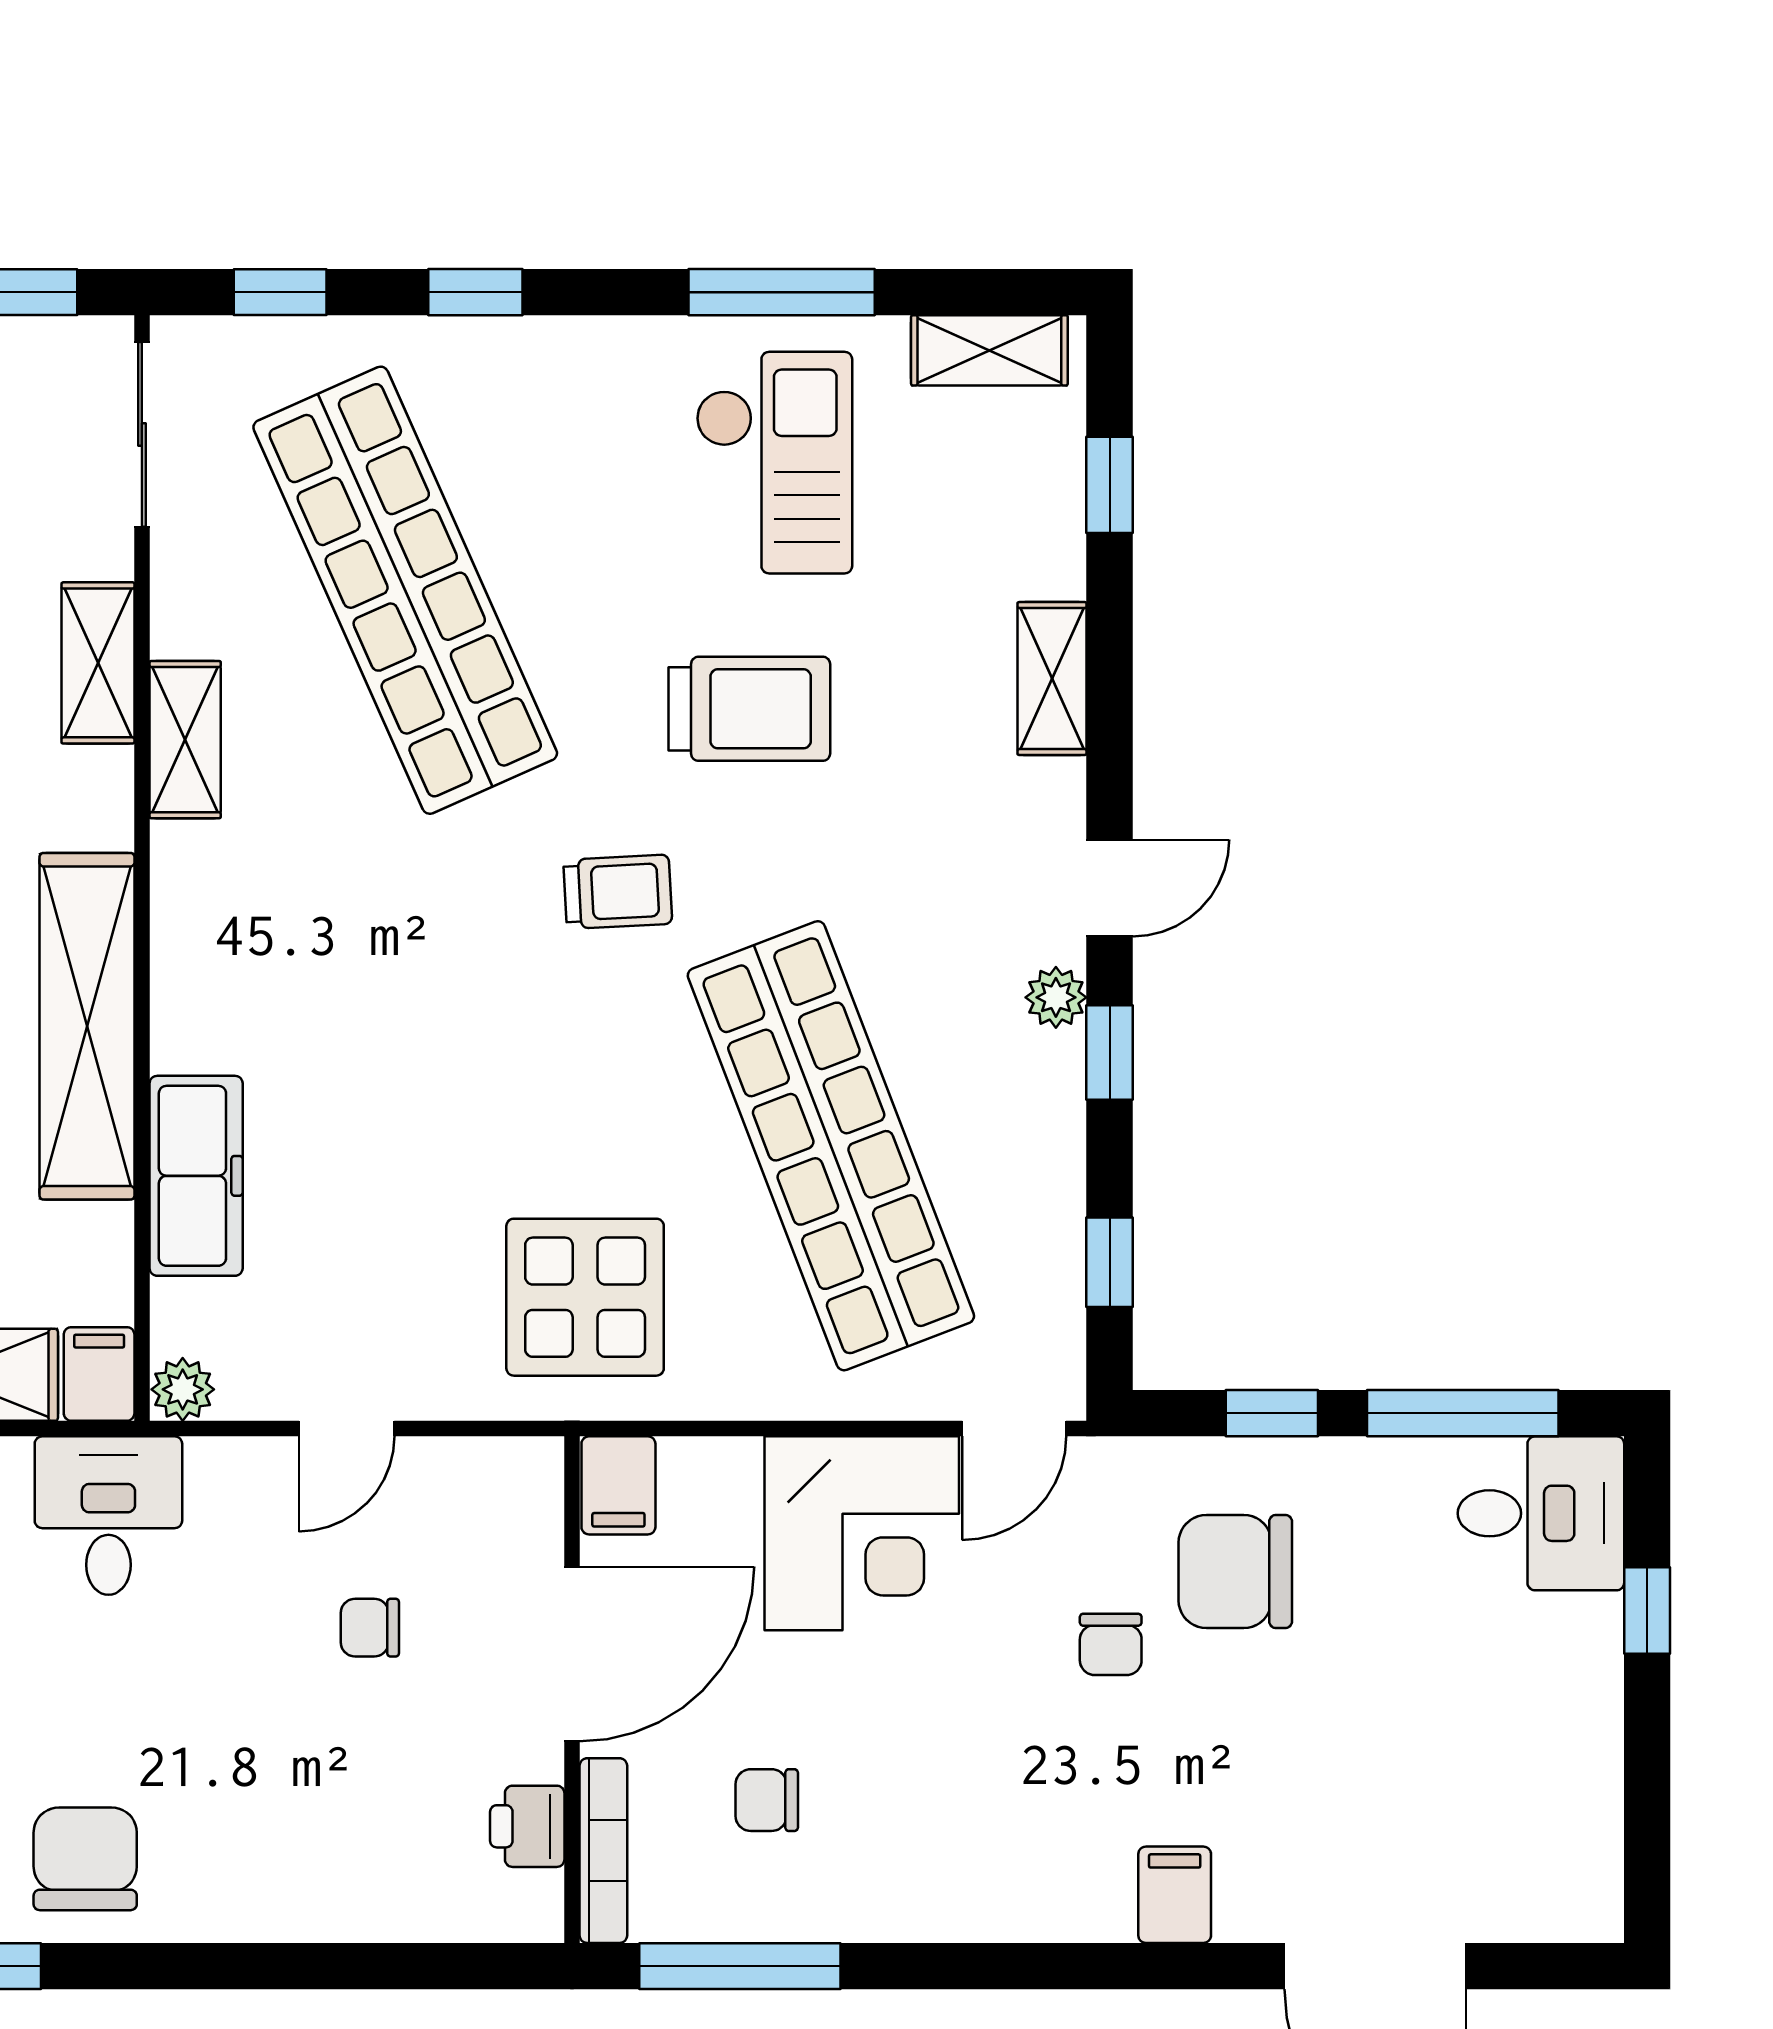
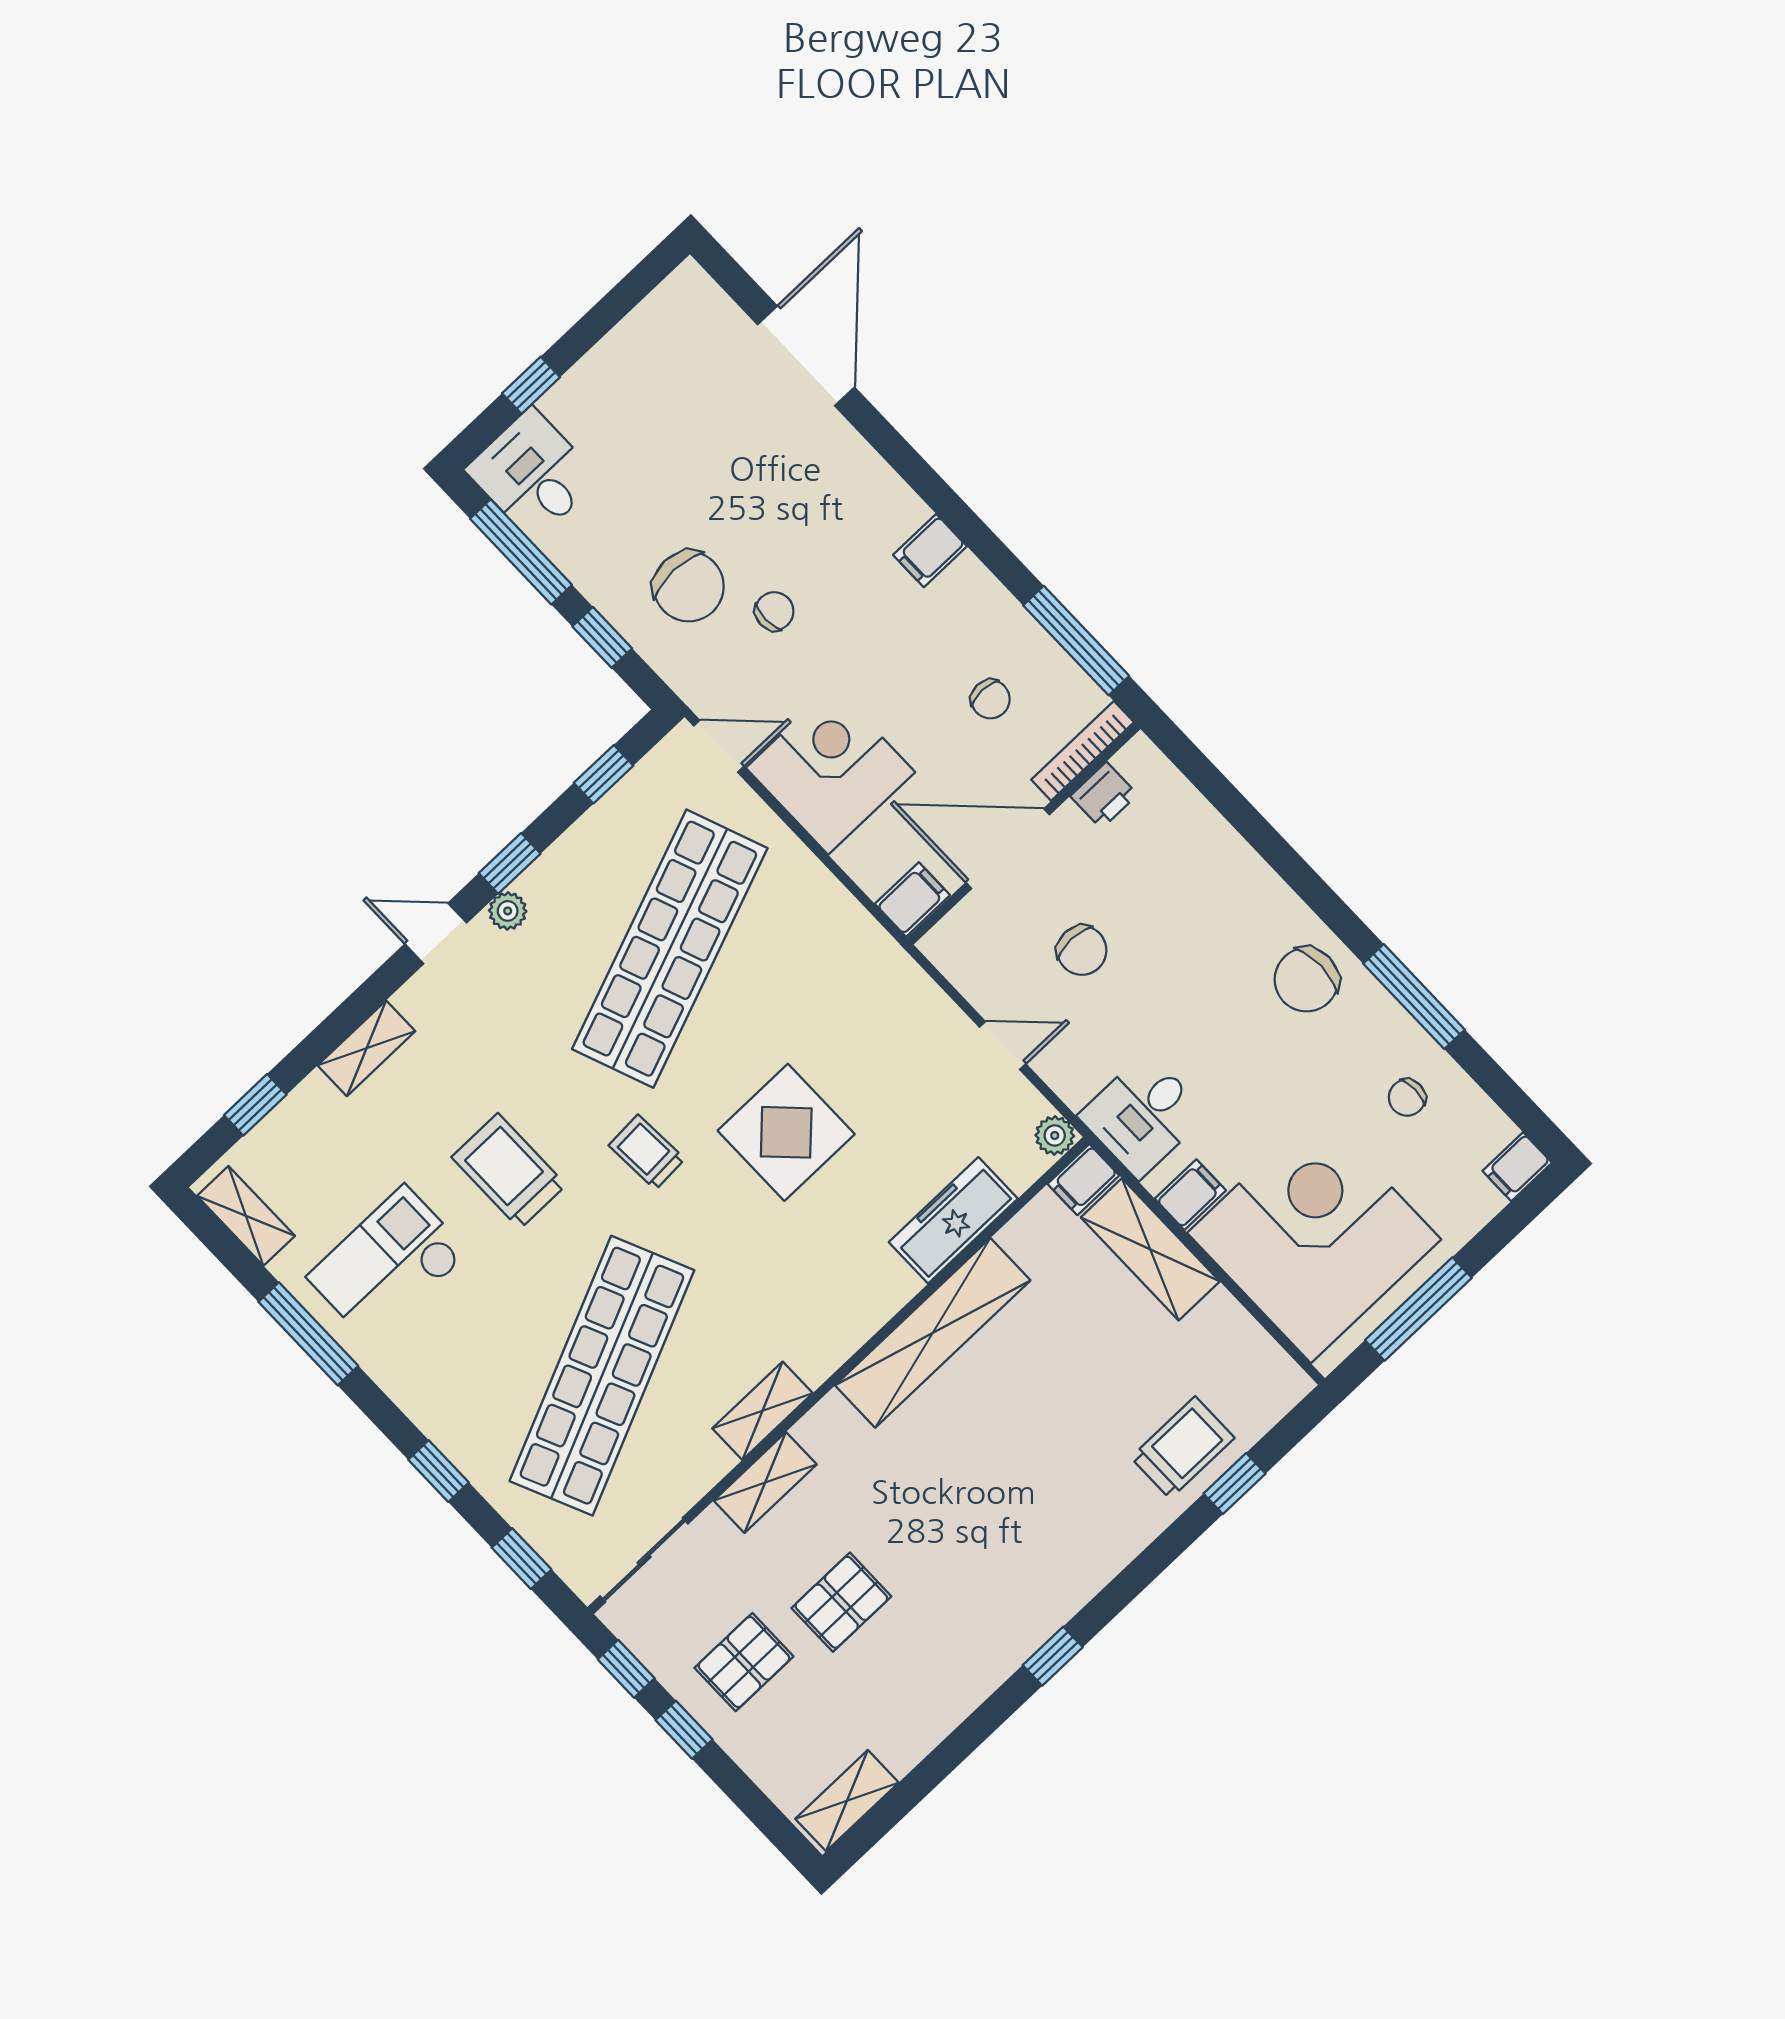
display table: (585, 1297) -> (786, 1132), moved
chair: (370, 1628) -> (1082, 950), width x1.37, depth x1.37
filing cabinet: (1175, 1895) -> (930, 551), moved

